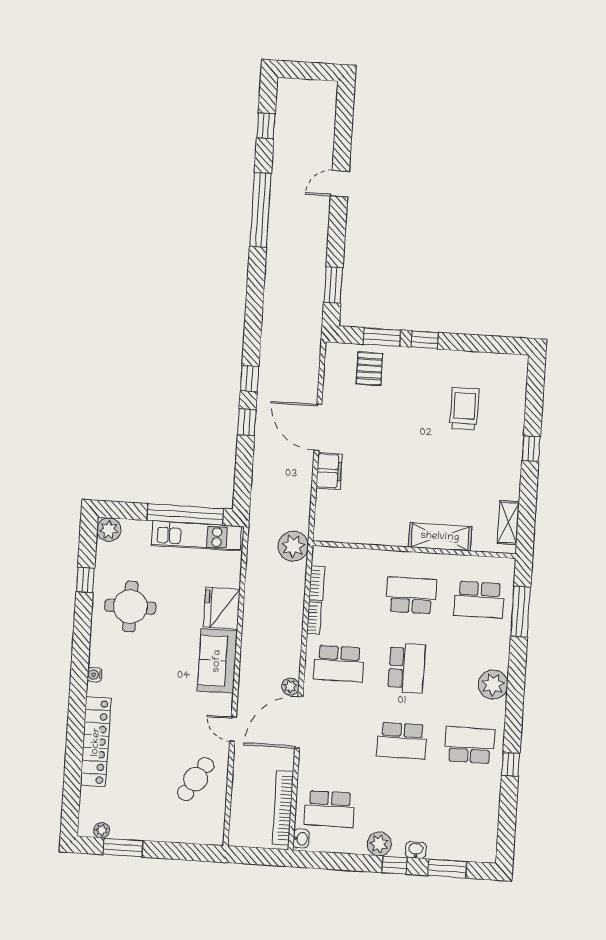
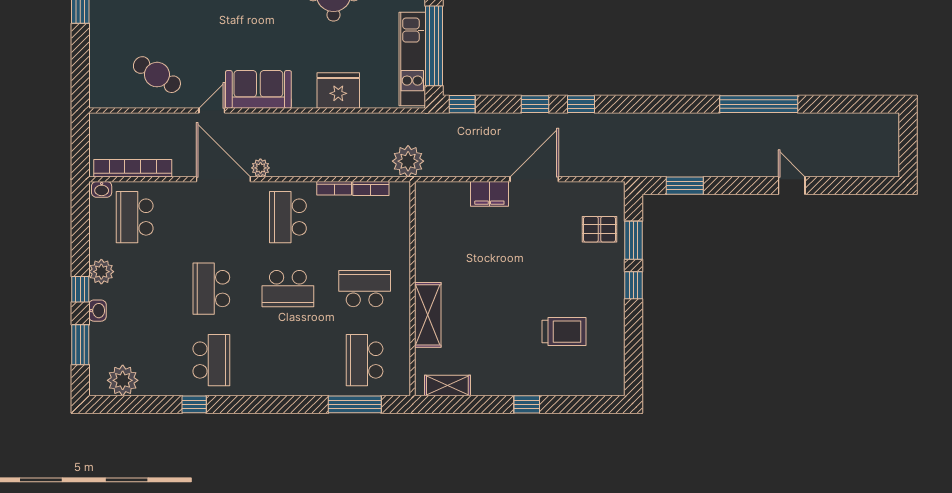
window: (266, 126) -> (462, 104), moved
school desk: (411, 595) -> (365, 289), turned -90
sofa: (217, 661) -> (258, 89), moved
plant: (493, 685) -> (123, 380), moved

